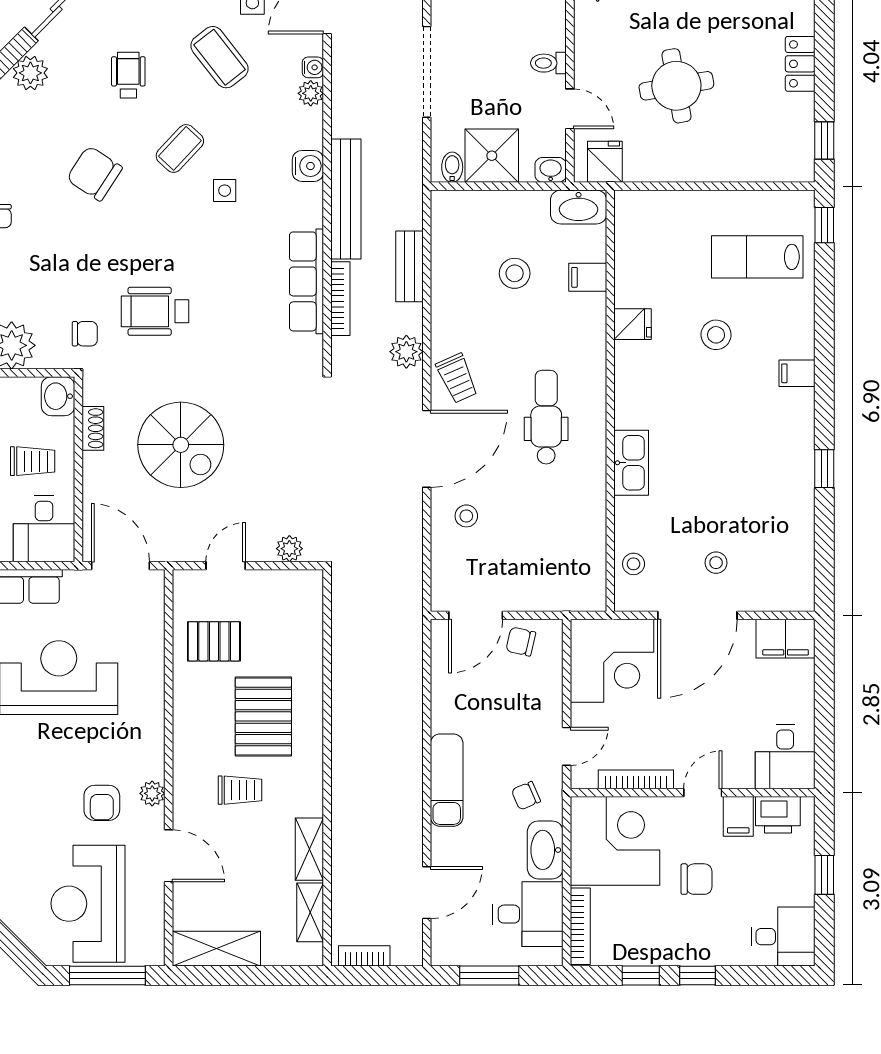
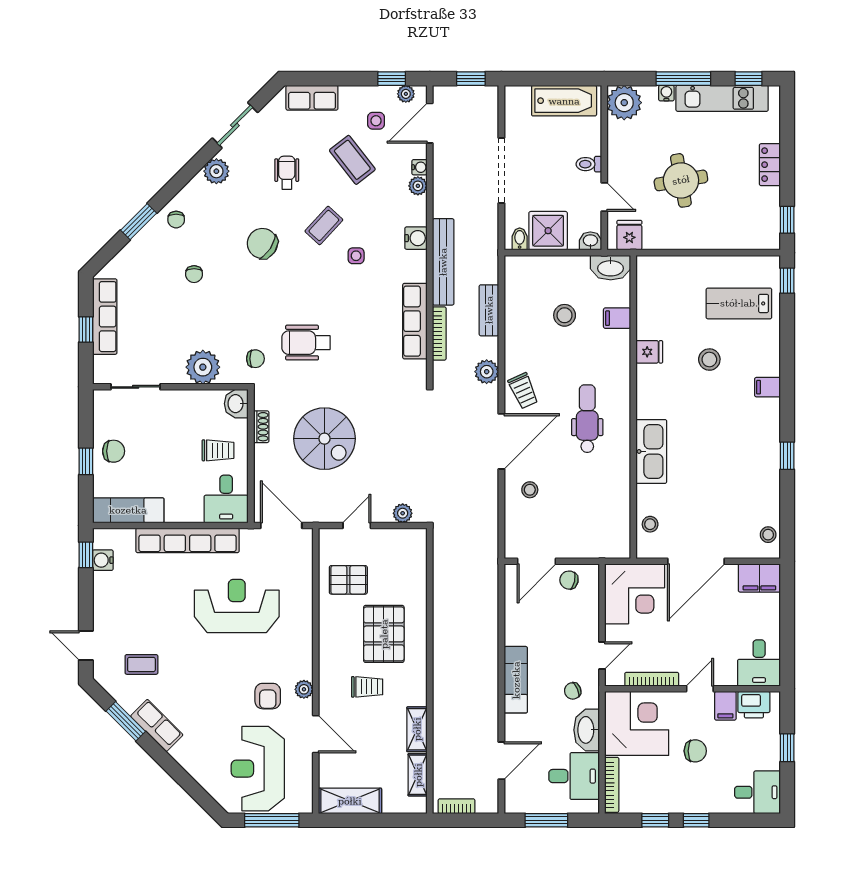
kitchen sink: (631, 463) -> (651, 451), width x1.36, depth x1.24
stool: (716, 563) -> (768, 535), moved

